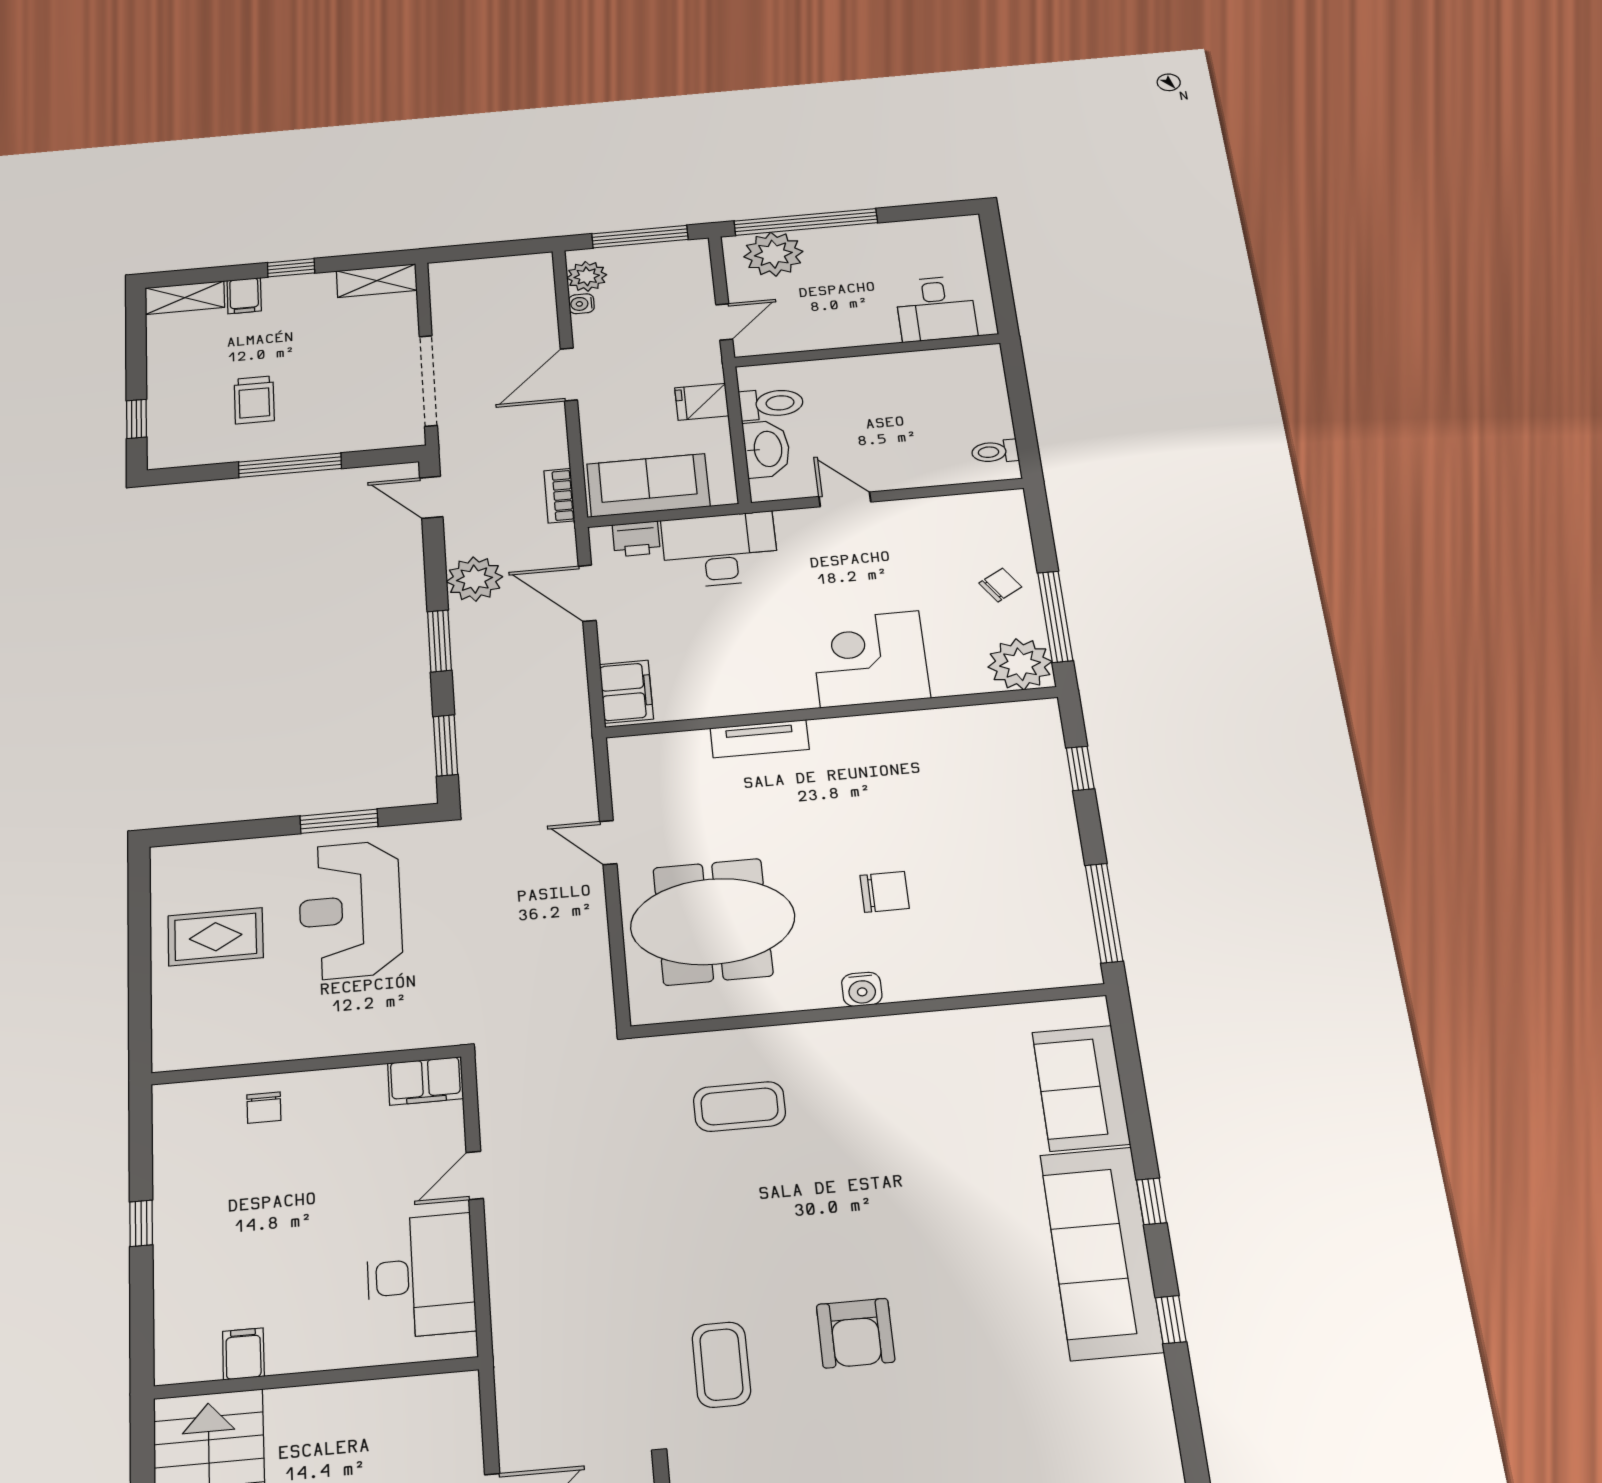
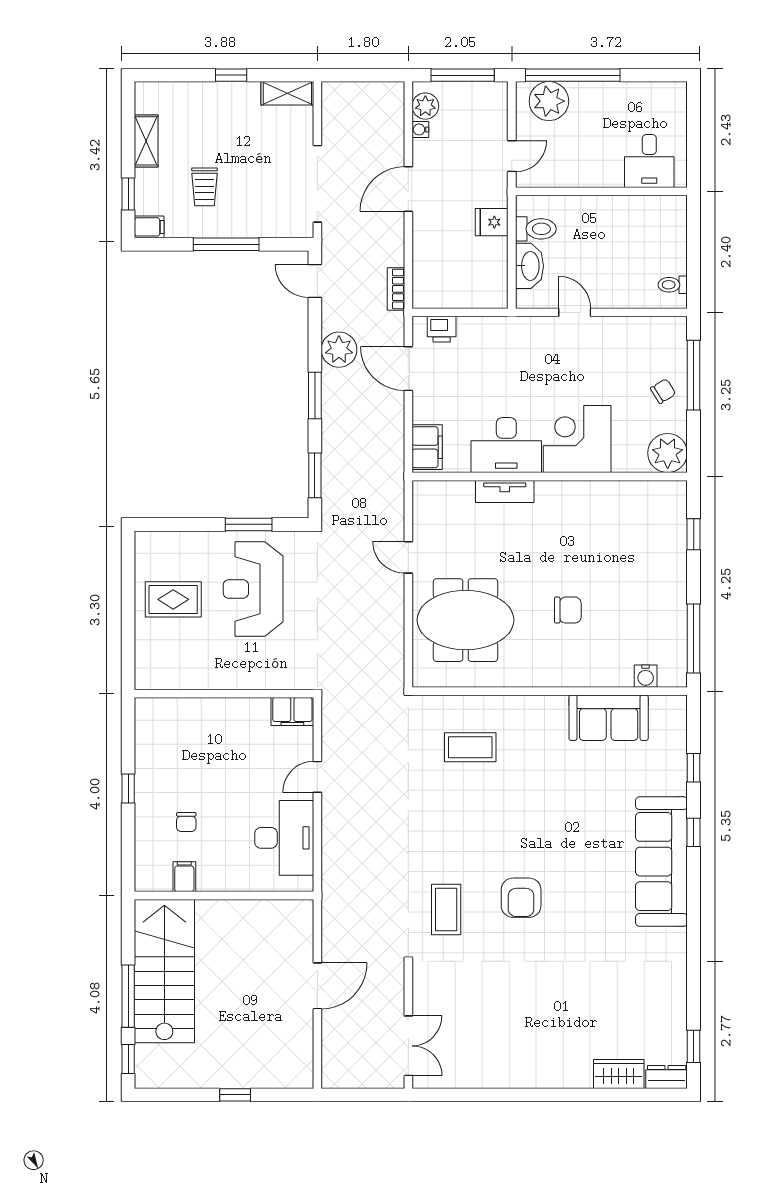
filing cabinet: (244, 296) -> (149, 227), moved, turned -90
shelving: (185, 298) -> (146, 141), moved, turned 90
sofa: (648, 485) -> (452, 287), removed
desk: (720, 550) -> (506, 445), moved, turned 180
window: (1055, 617) -> (694, 375), moved
water cooler: (862, 989) -> (646, 676), moved
sofa: (1081, 1088) -> (609, 718), moved, turned -90
chair: (264, 1108) -> (186, 822), moved
window: (1171, 1320) -> (694, 768), moved

